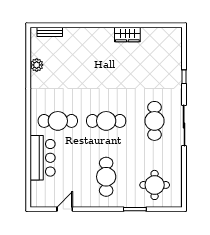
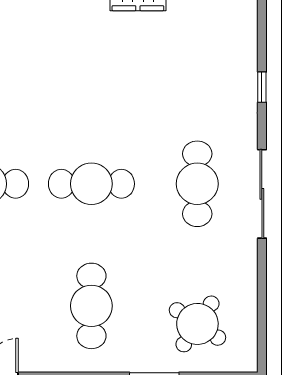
round table: (155, 185) -> (197, 324), turned 34

